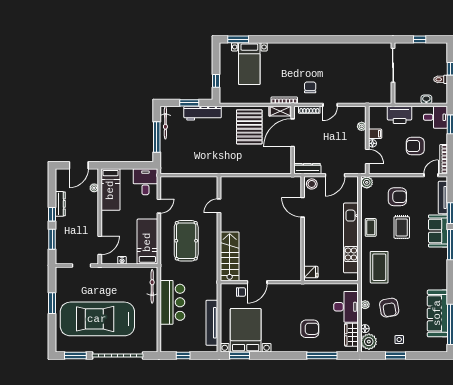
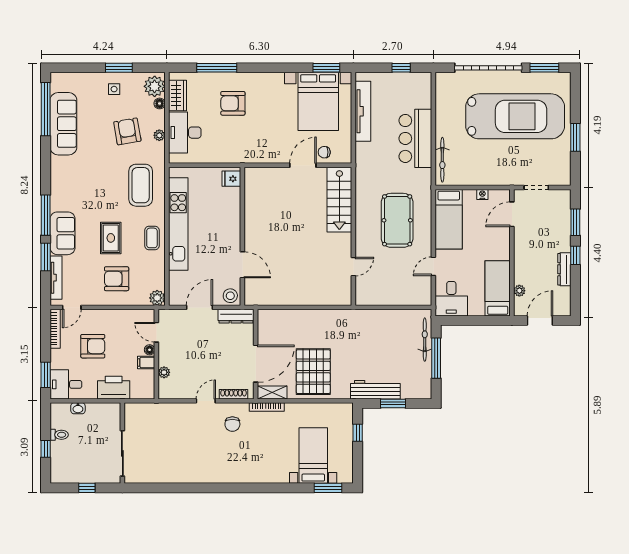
bicycle: (165, 123) -> (425, 340), moved

